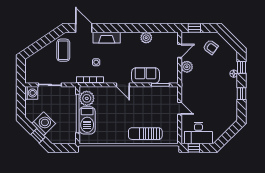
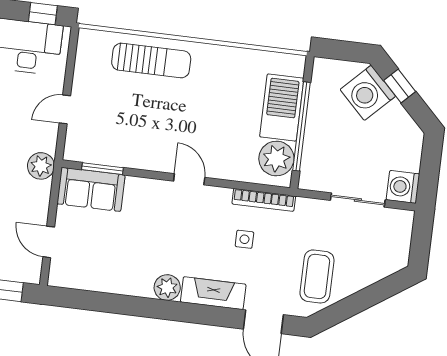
plant: (146, 38) -> (167, 288), moved
door: (180, 51) -> (49, 242), hinge flipped
plant: (187, 67) -> (41, 166), moved
sofa: (145, 75) -> (91, 189), moved
door: (180, 108) -> (65, 109), hinge flipped
washing machine: (44, 124) -> (368, 93), moved

